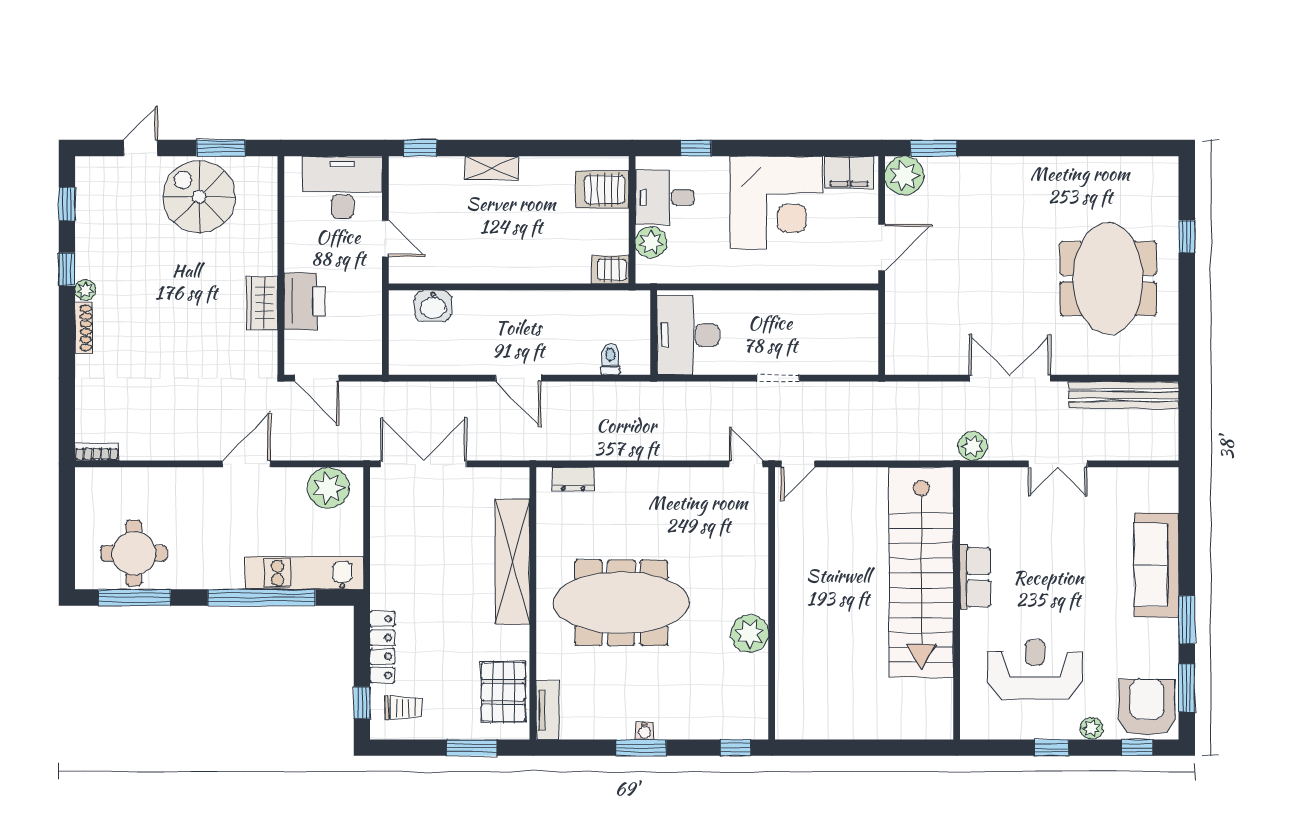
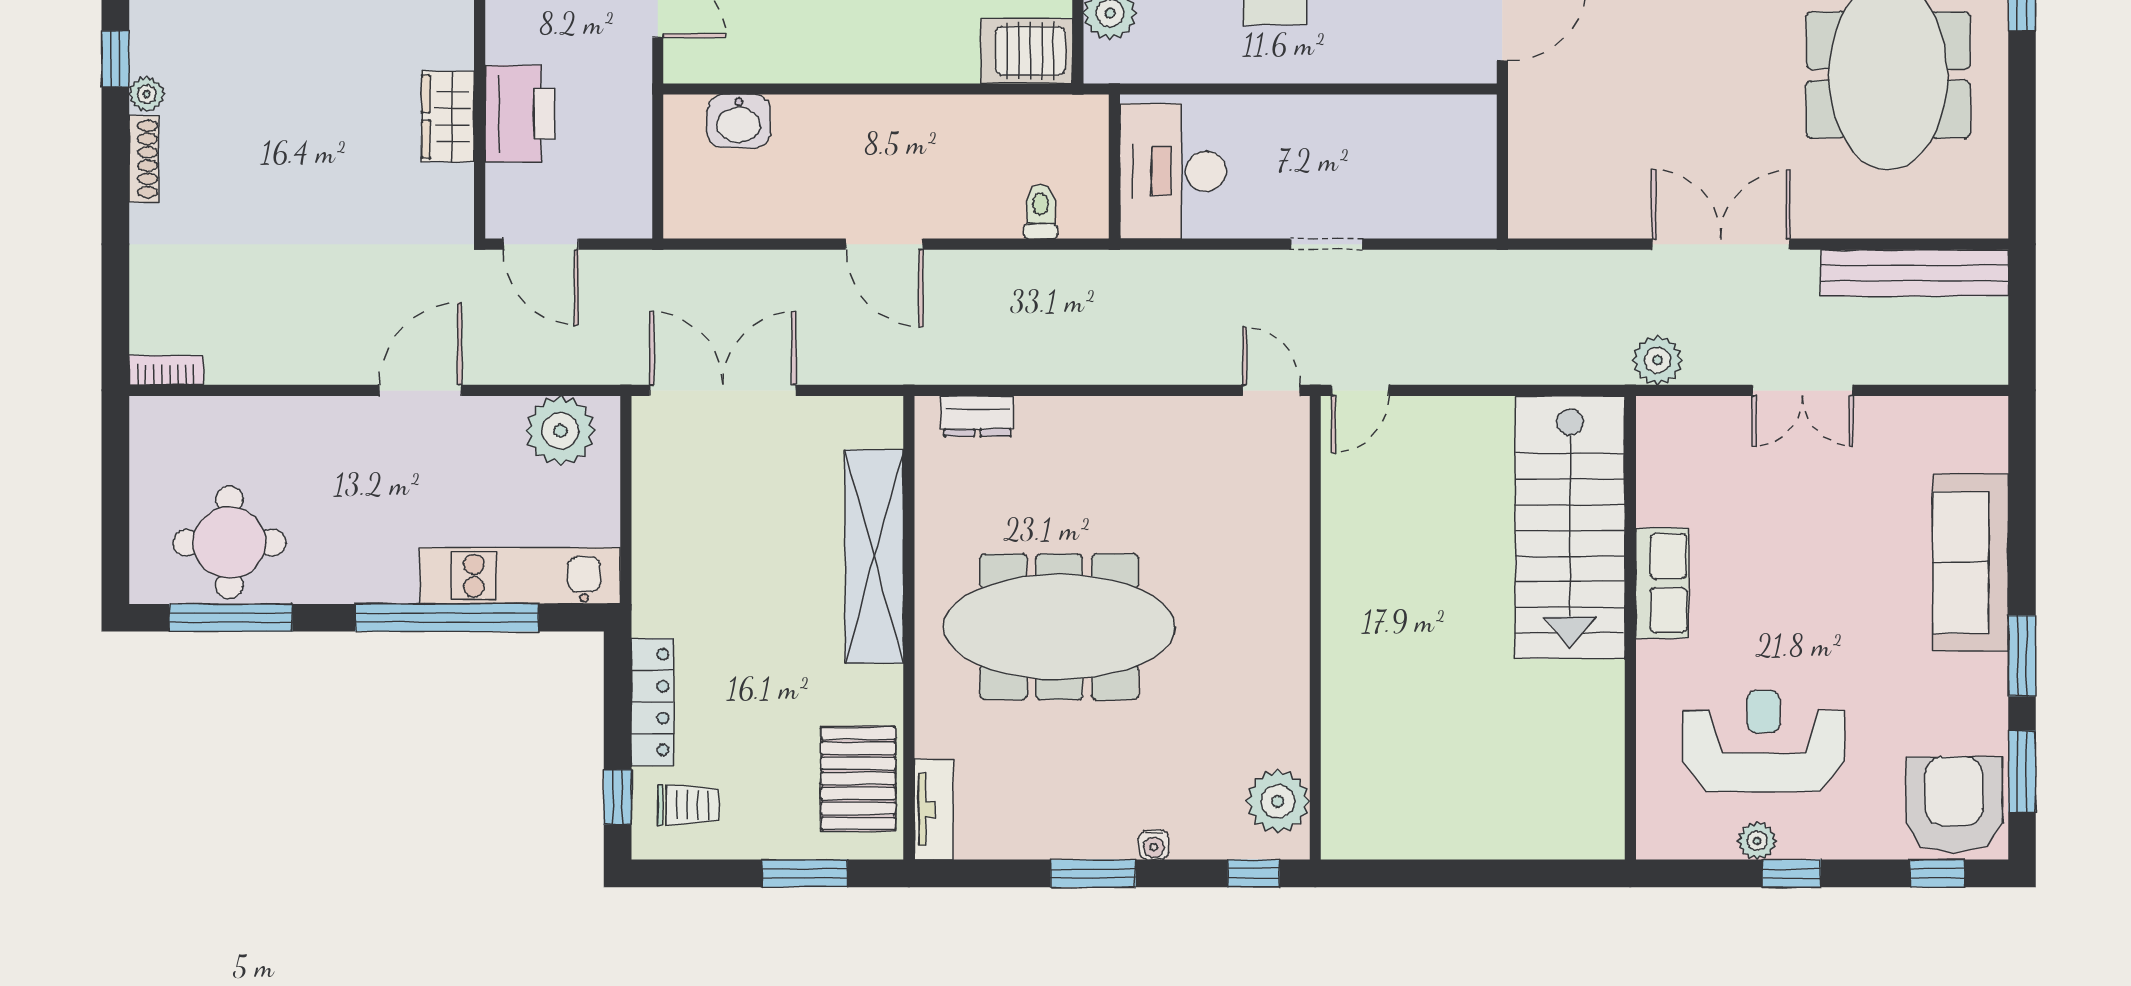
server rack: (610, 270) -> (1027, 51), width x1.36, depth x1.44
stairs: (921, 572) -> (1570, 527), width x0.73
plant: (750, 634) -> (1278, 801), moved
plant: (1092, 728) -> (1757, 841), moved
water cooler: (645, 731) -> (1154, 845), moved

